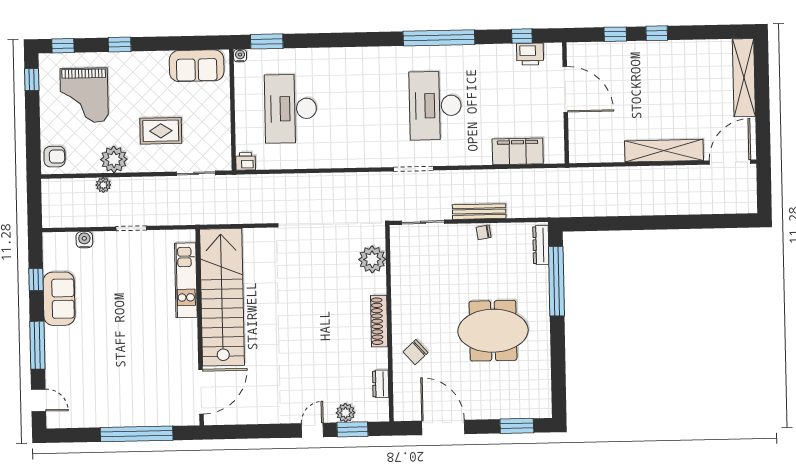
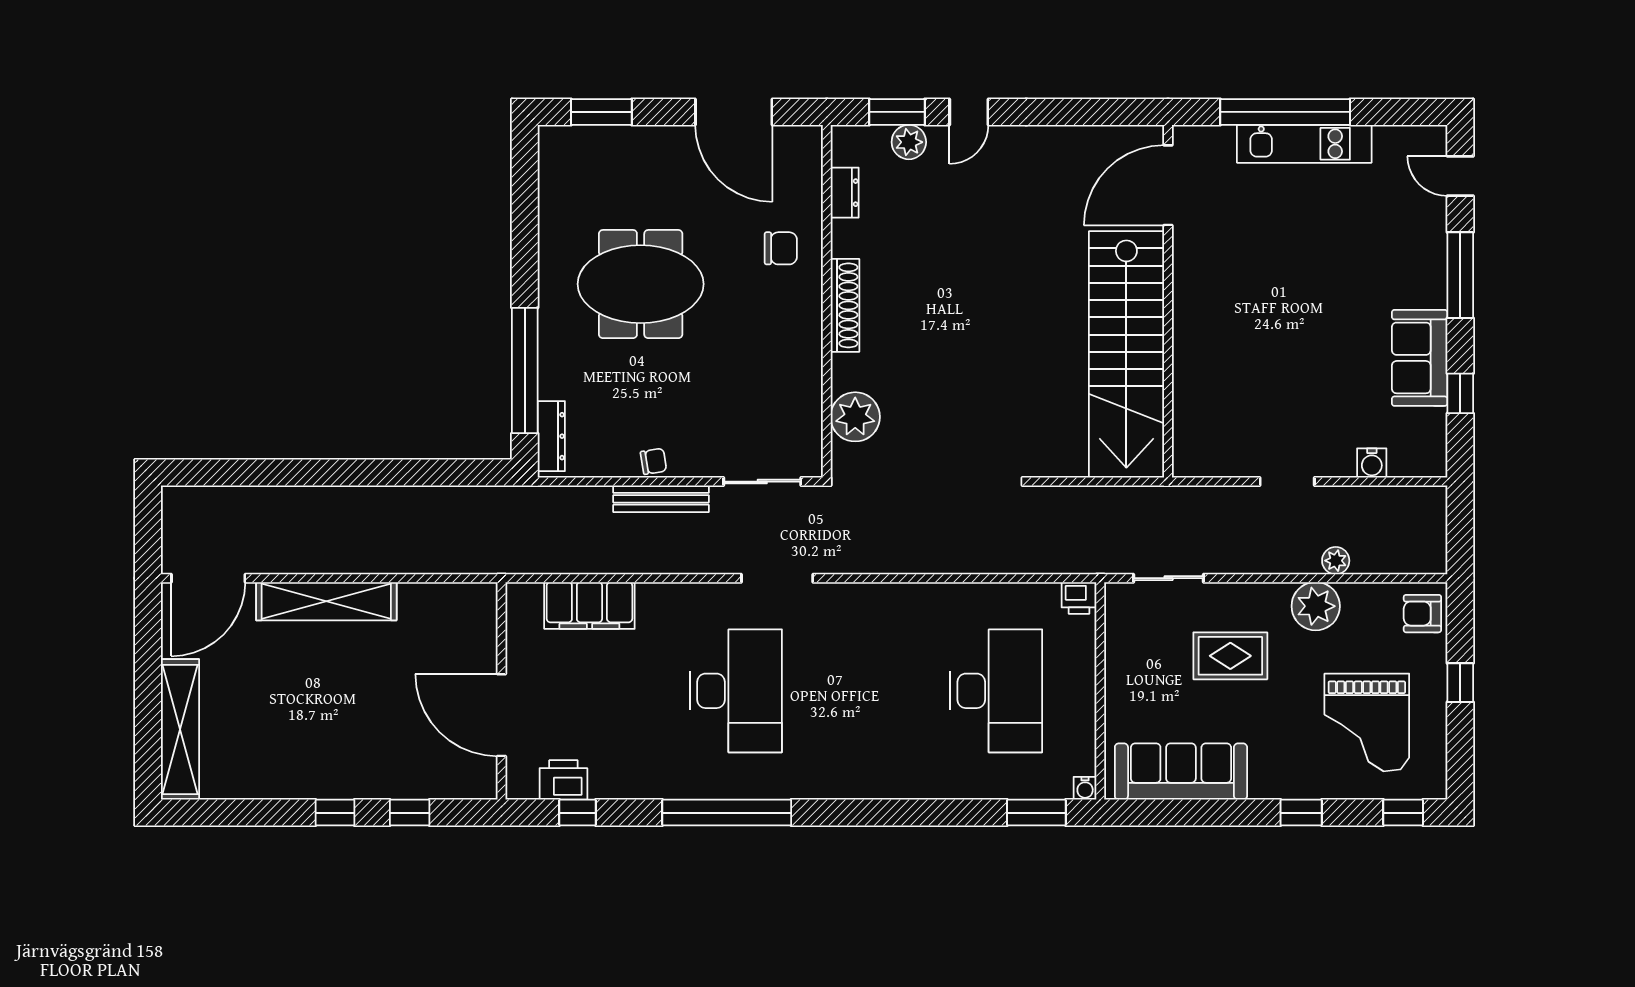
sofa: (197, 66) -> (1181, 772), width x1.36
window: (32, 80) -> (1460, 683), moved
grand piano: (84, 95) -> (1367, 722), turned 180
kitchen unit: (186, 280) -> (1304, 144), moved, turned 90
chair: (415, 352) -> (781, 248), turned 42

